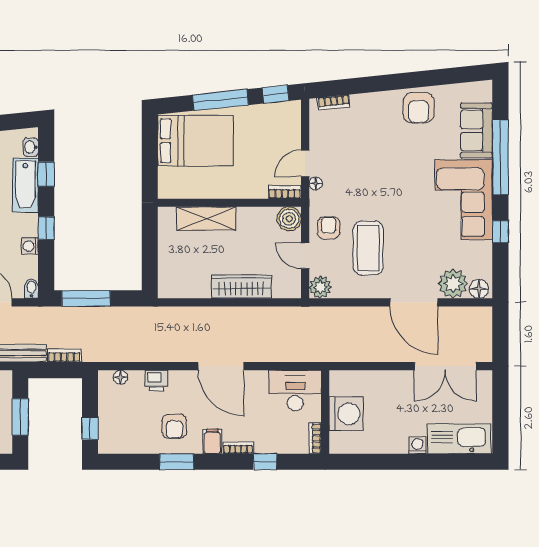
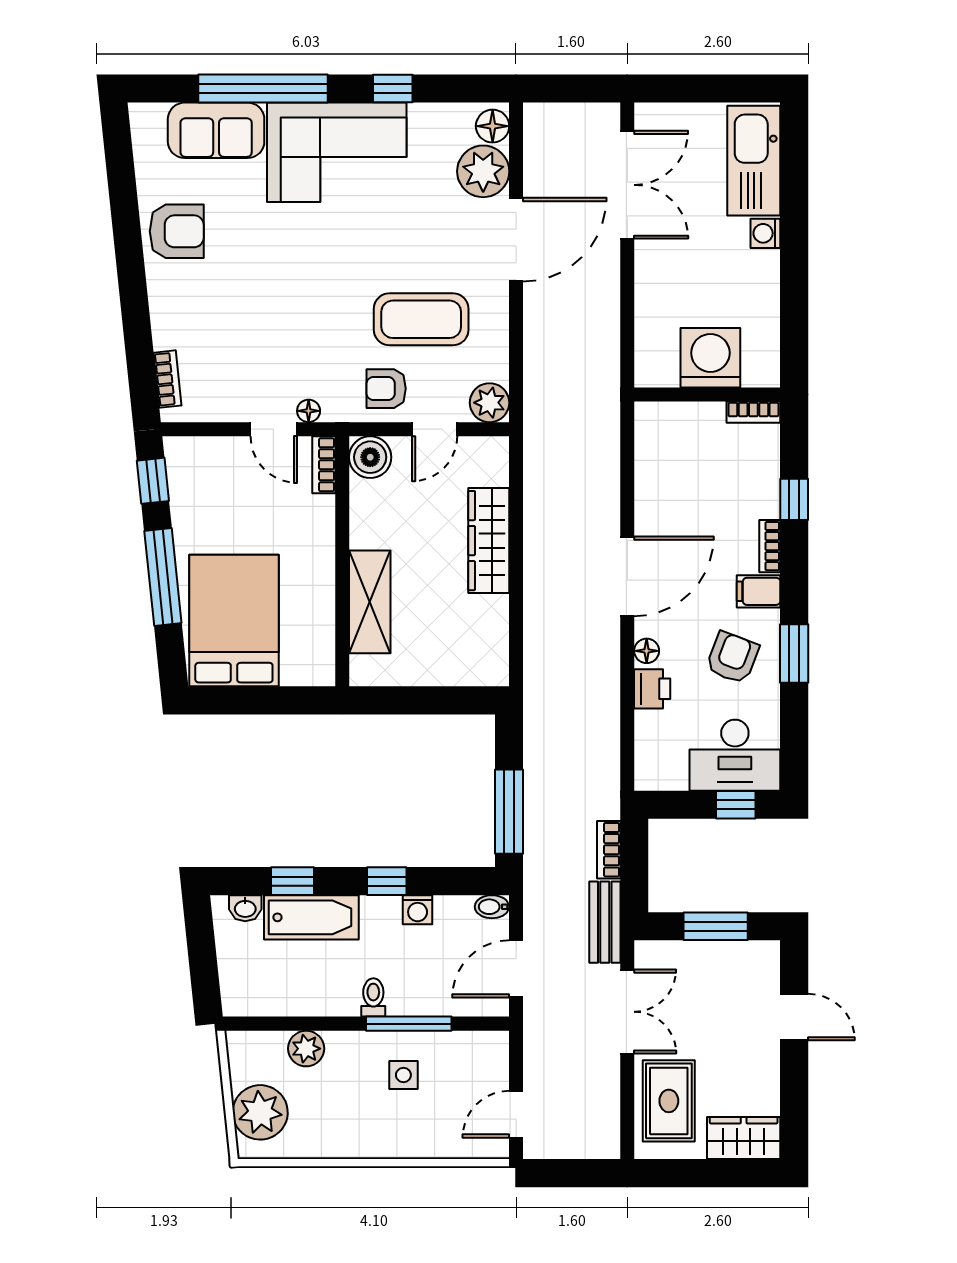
floor lamp: (120, 377) -> (647, 651), moved
desk: (295, 391) -> (735, 755), moved, turned -90
armchair: (174, 426) -> (732, 658), turned -69

